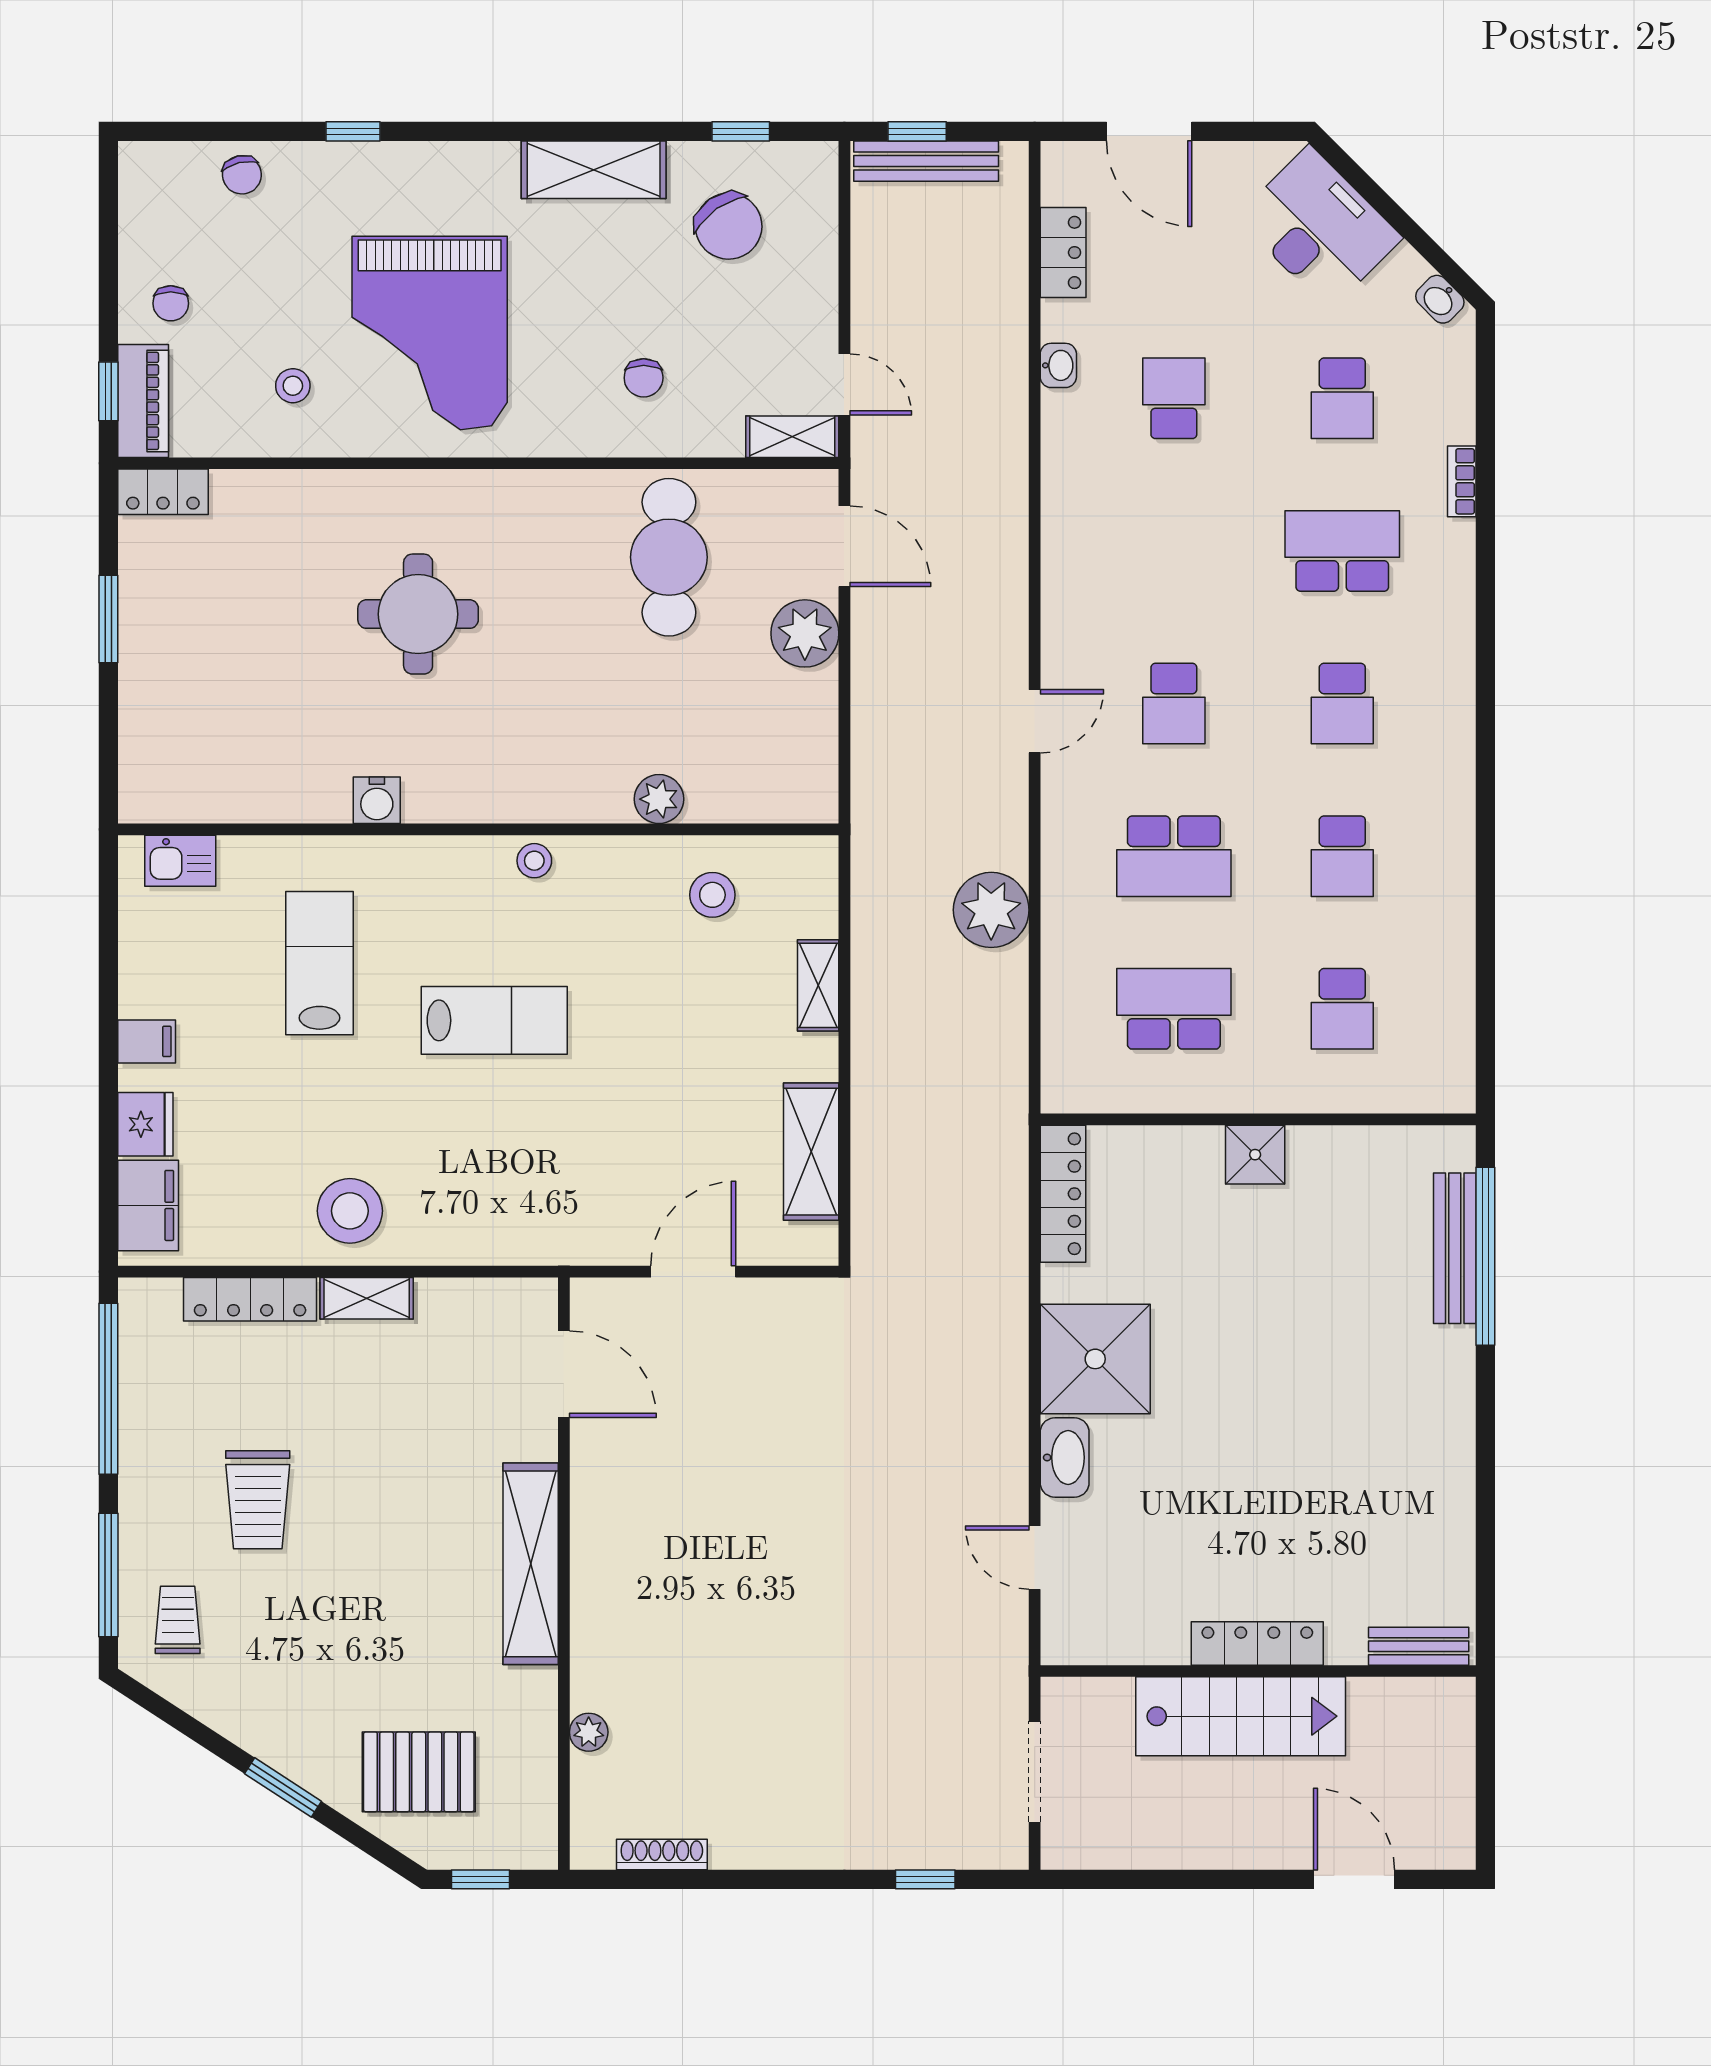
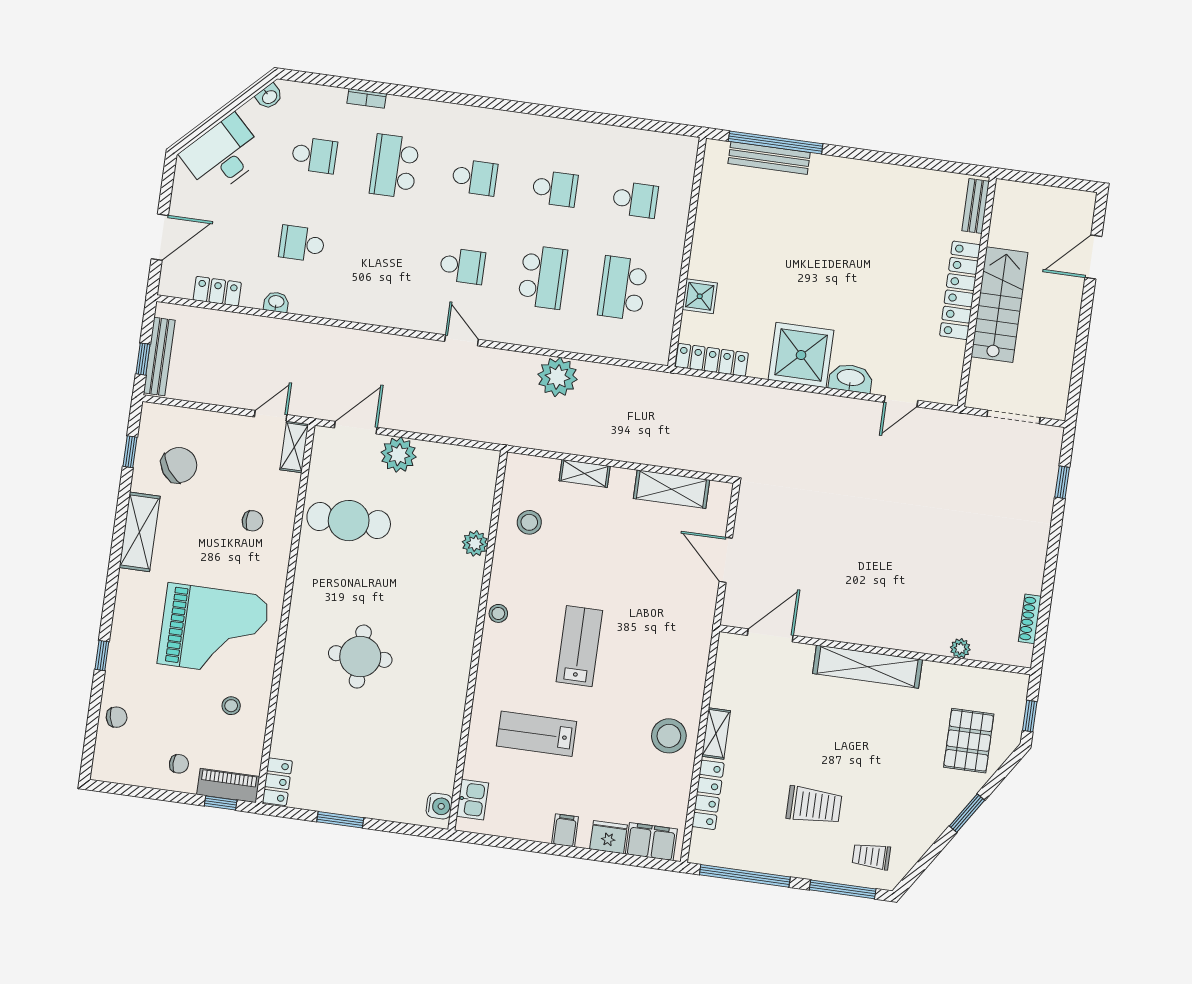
water cooler: (377, 800) -> (439, 806), moved
shower: (1255, 1155) -> (700, 296), moved
locker: (1257, 1643) -> (960, 290), width x1.41, depth x1.21

